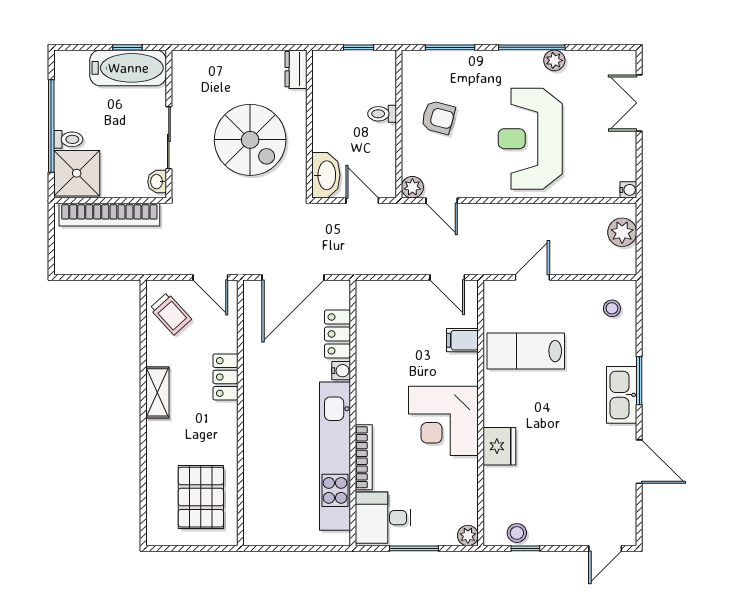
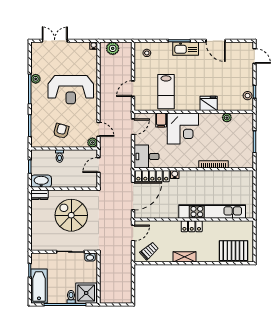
bathtub: (128, 68) -> (39, 286), moved
double door: (639, 103) -> (55, 41), swing flipped
spiral stairs: (250, 140) -> (71, 215), turned -90
washbasin: (326, 175) -> (41, 181), moved
door: (442, 201) -> (99, 129), hinge flipped
bookcase: (109, 215) -> (105, 278), removed
door: (293, 277) -> (133, 196), hinge flipped
door: (532, 277) -> (133, 89), hinge flipped
locker: (337, 334) -> (152, 176), width x1.53
locker: (225, 377) -> (192, 226), moved
corner desk: (443, 421) -> (183, 129), moved
kitchen unit: (335, 456) -> (212, 212), moved, turned 180
door: (639, 462) -> (216, 41), swing flipped
pallet: (201, 497) -> (233, 251), moved
desk: (383, 518) -> (146, 157), moved, turned 90
plant: (468, 536) -> (227, 118), moved

